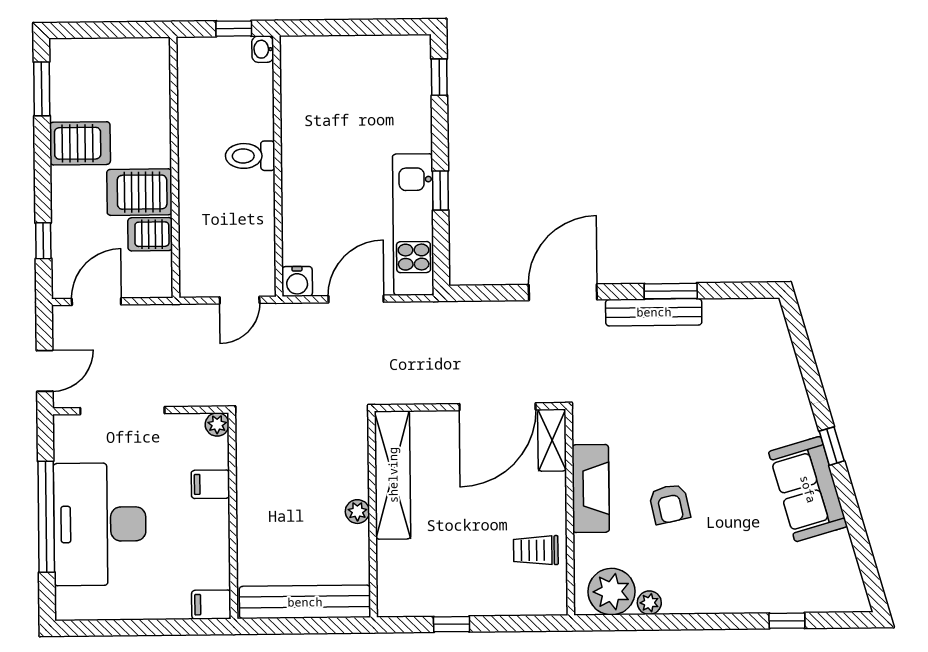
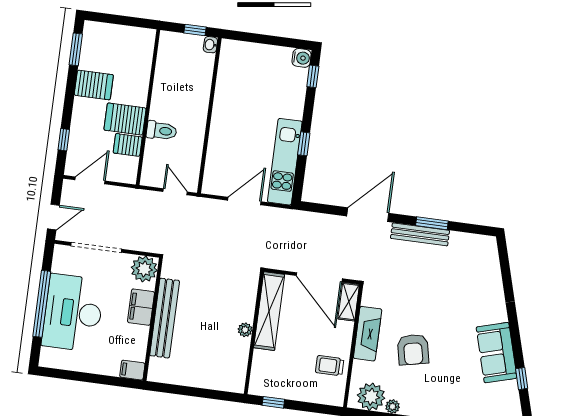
toilet: (250, 156) -> (162, 131), moved, turned 180
water cooler: (297, 281) -> (302, 58), moved, turned -90
door: (240, 300) -> (175, 192), swing flipped
door: (497, 407) -> (319, 277), hinge flipped
plant: (217, 424) -> (144, 269), width x1.88, depth x1.88
window: (832, 446) -> (522, 379), moved
shelving: (393, 475) -> (269, 311), moved
filing cabinet: (210, 484) -> (141, 307), width x2.00
armchair: (669, 504) -> (413, 350), width x1.38, depth x1.38
plant: (357, 512) -> (245, 330), moved
wall: (372, 514) -> (254, 333), moved
bench: (305, 602) -> (165, 318), moved, turned 90

